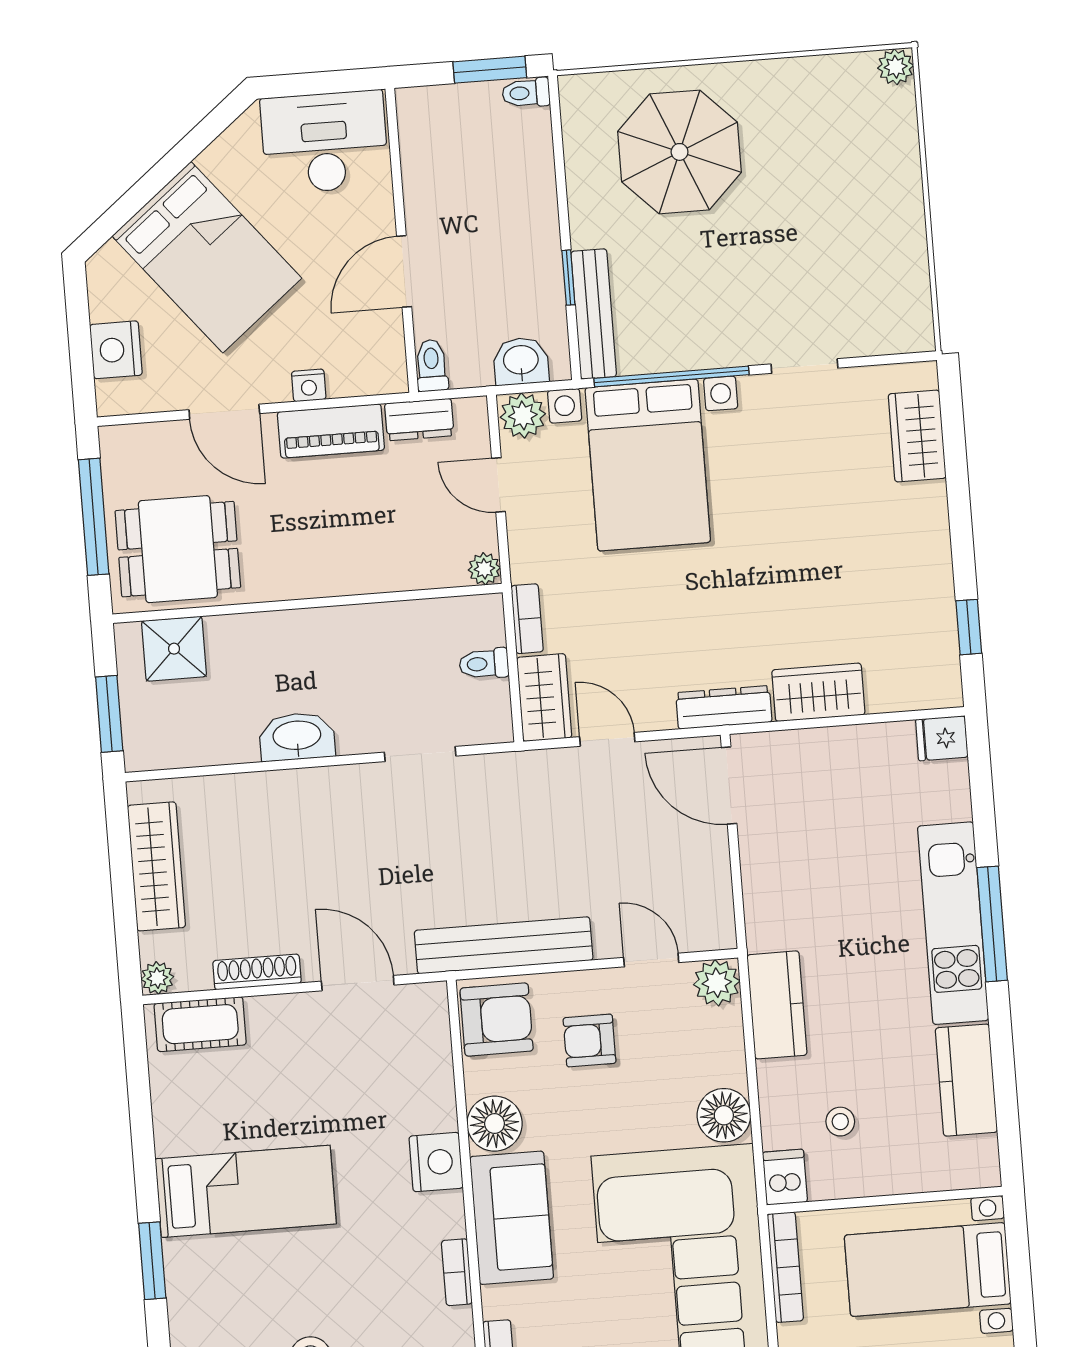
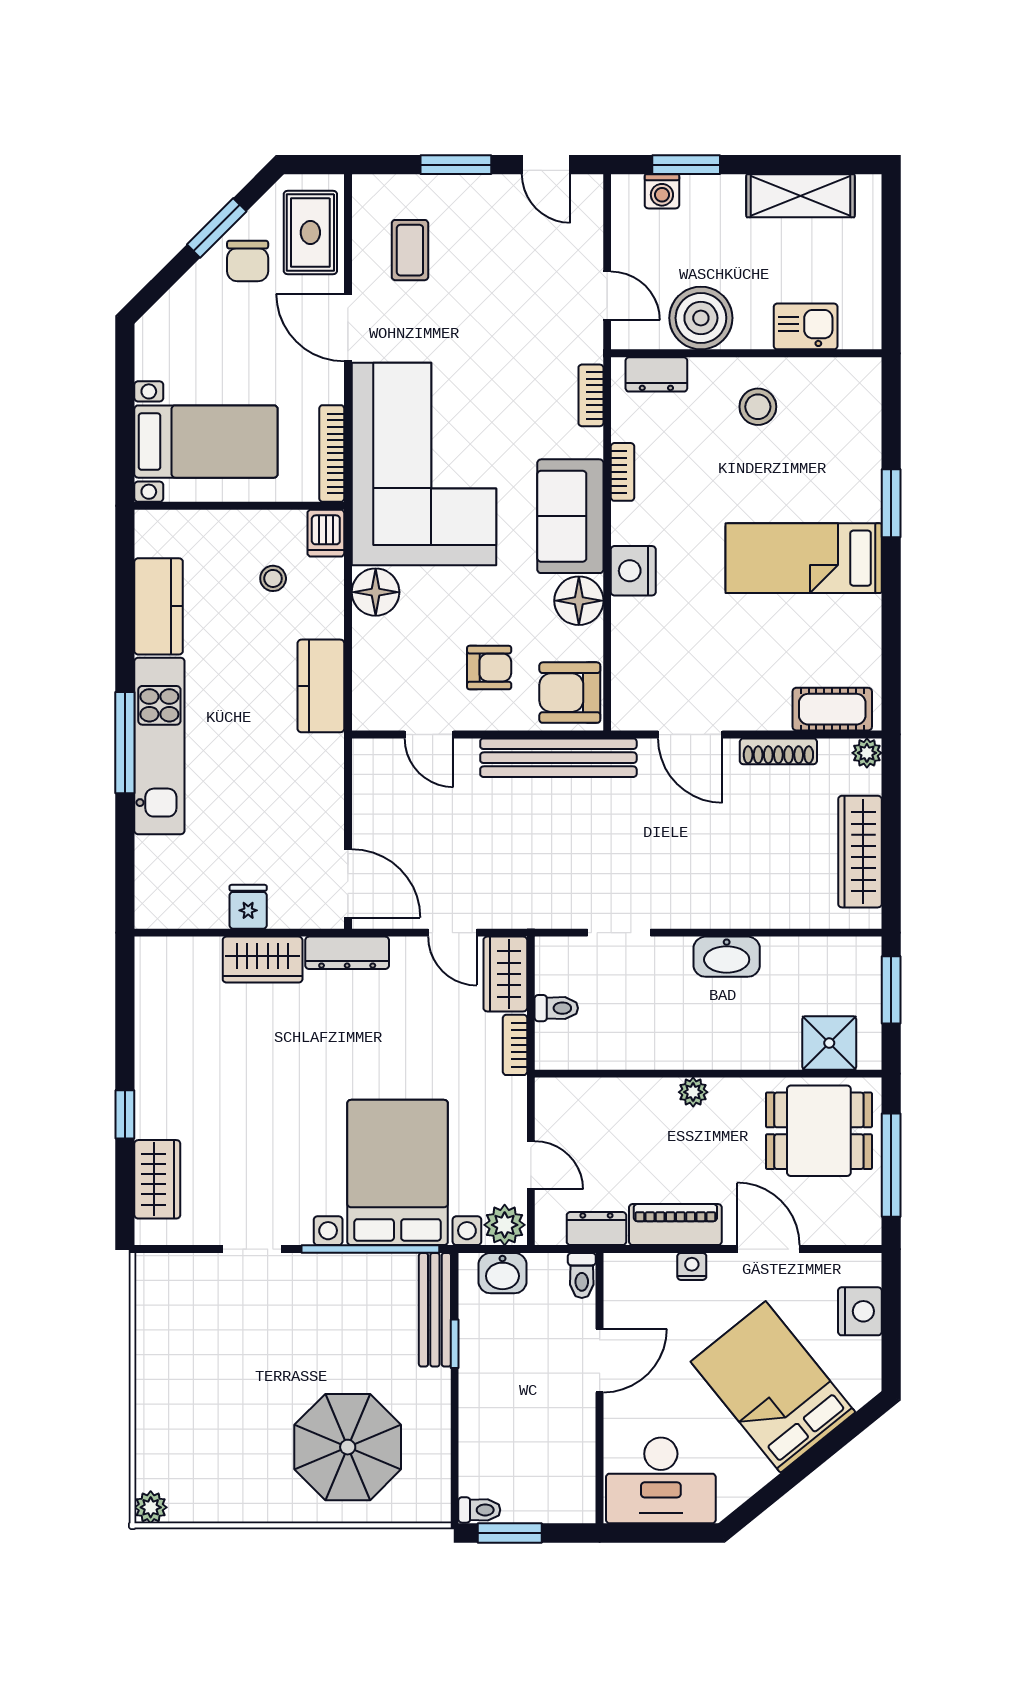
plant: (484, 569) -> (693, 1092), moved
window: (969, 627) -> (125, 1114), moved
fridge: (942, 738) -> (248, 907), moved, turned -90
plant: (717, 983) -> (373, 710), removed

